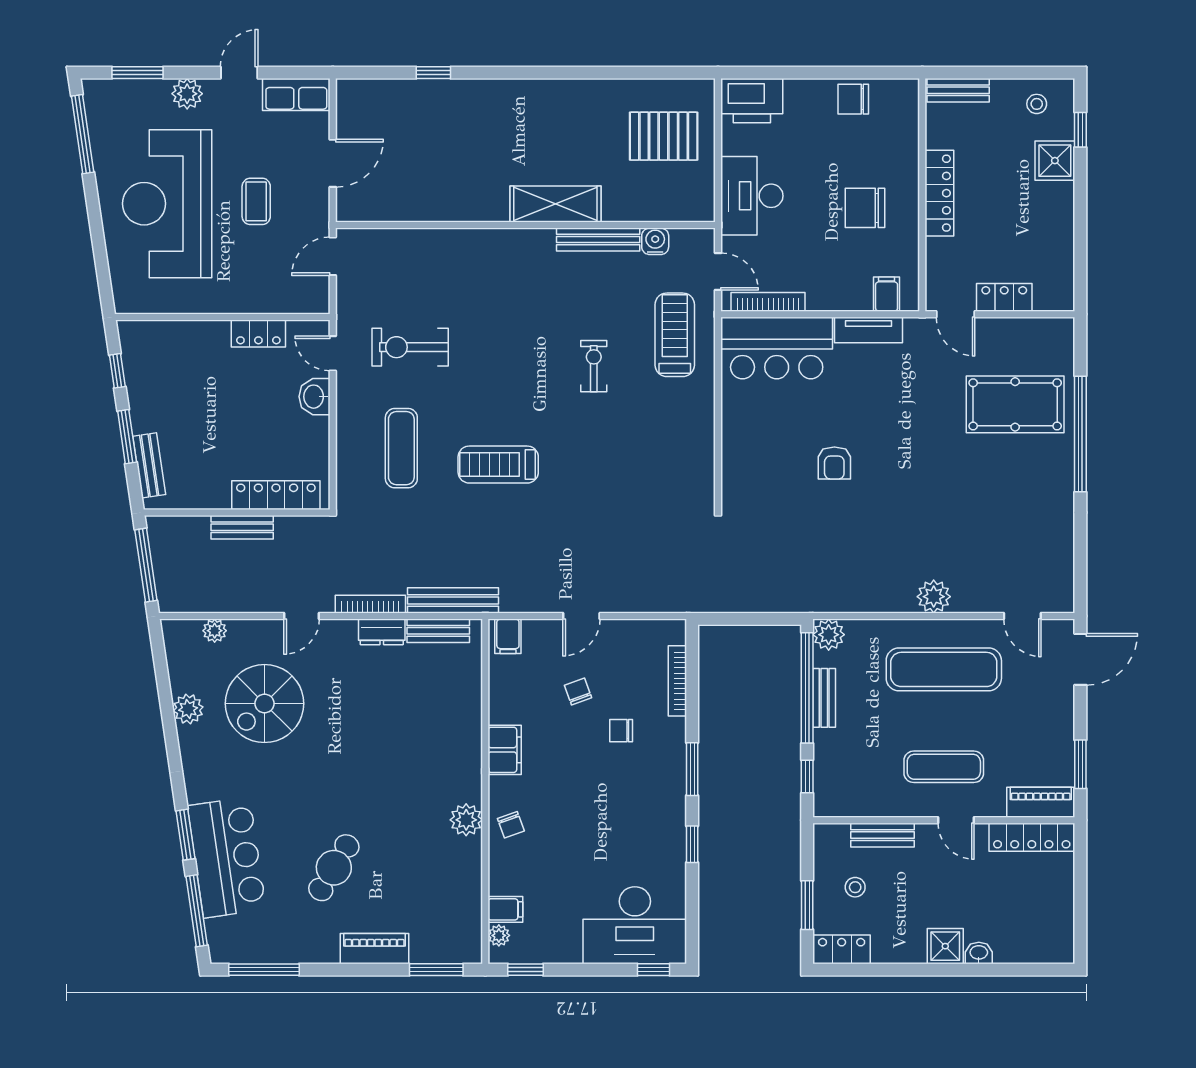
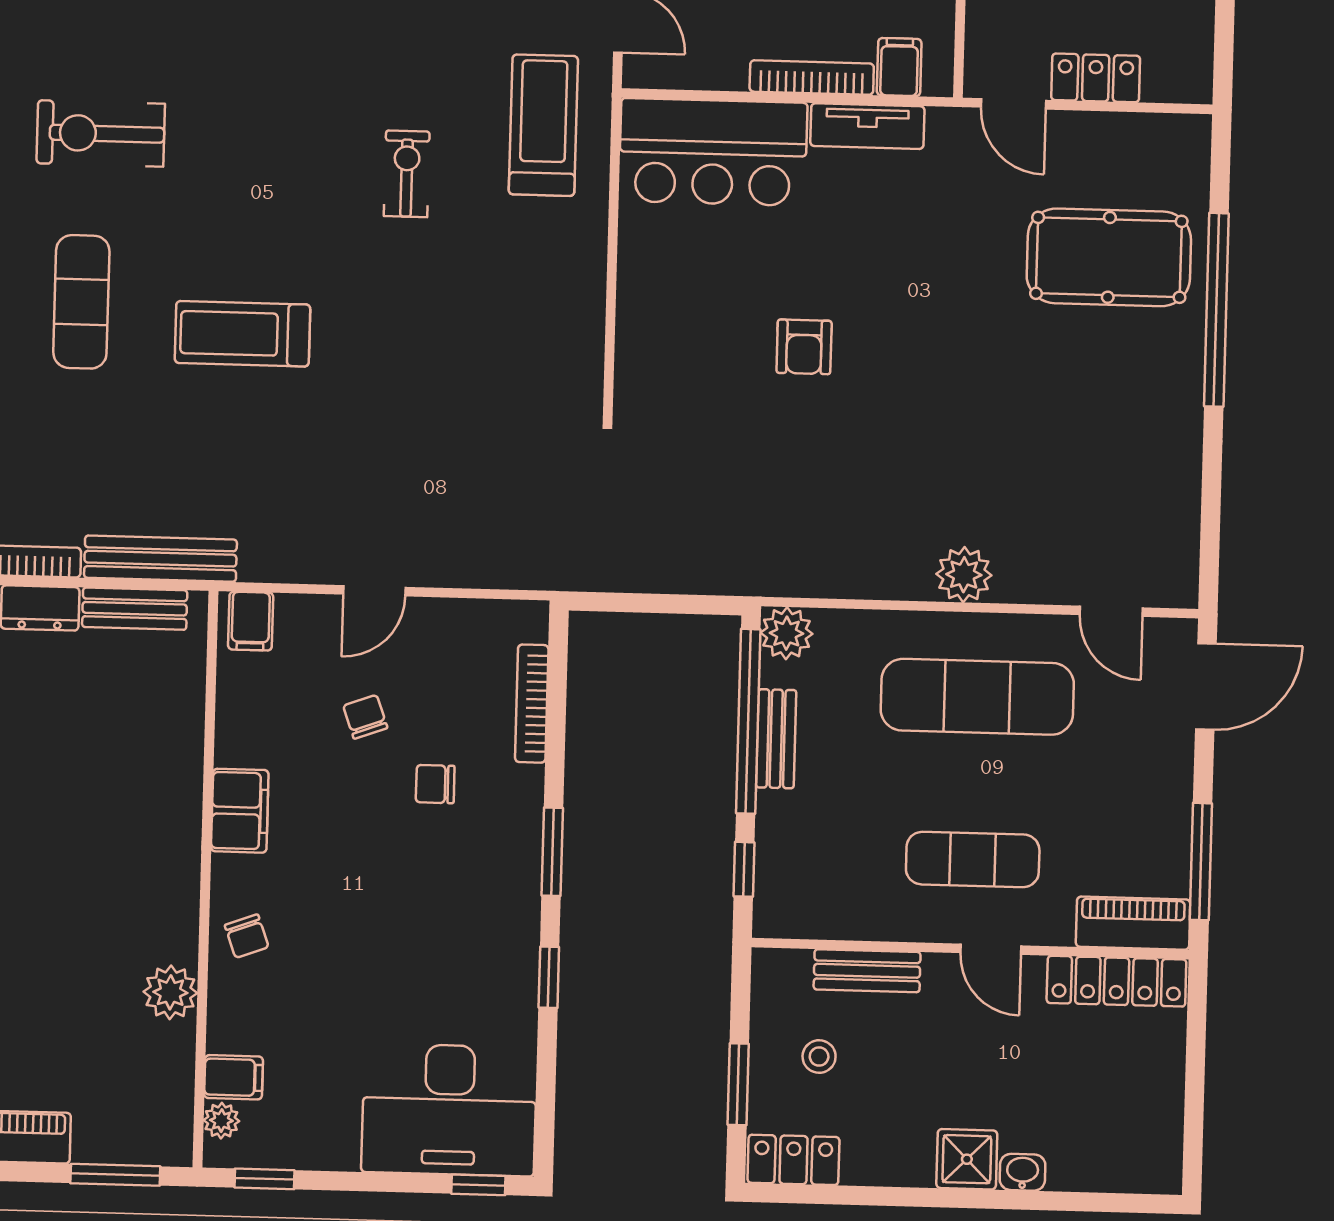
bookcase: (768, 302) -> (812, 78), moved
window: (1080, 764) -> (1201, 862), width x1.44
plant: (466, 820) -> (170, 992), moved

